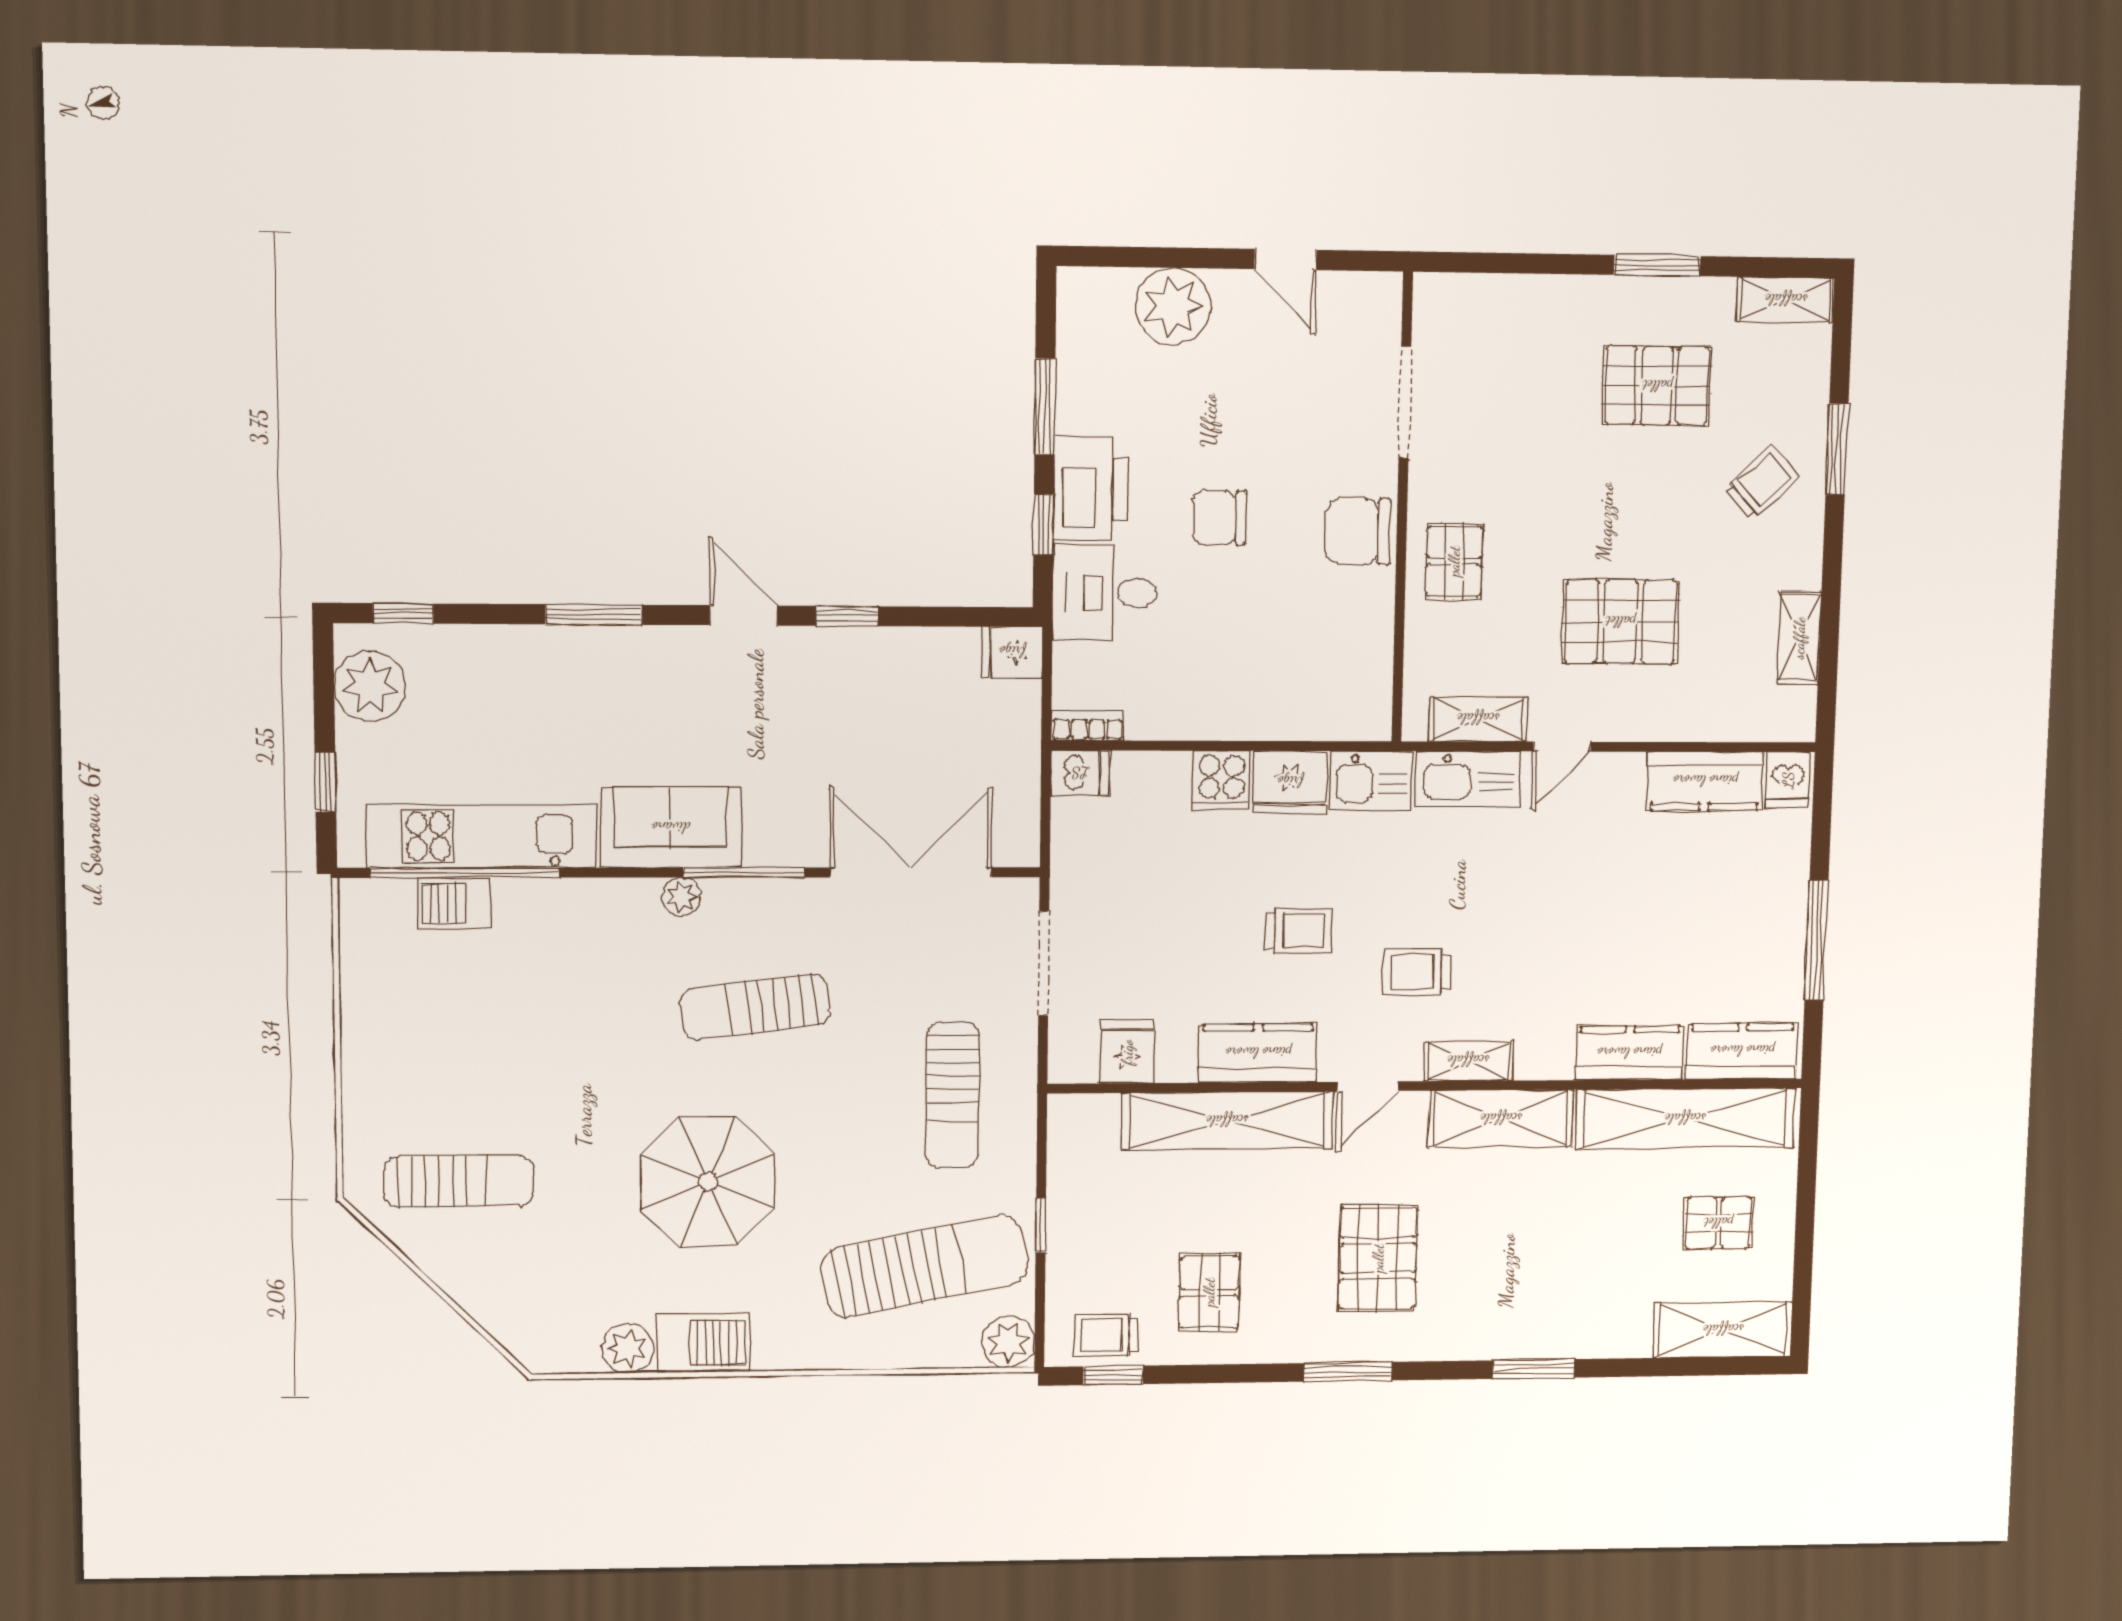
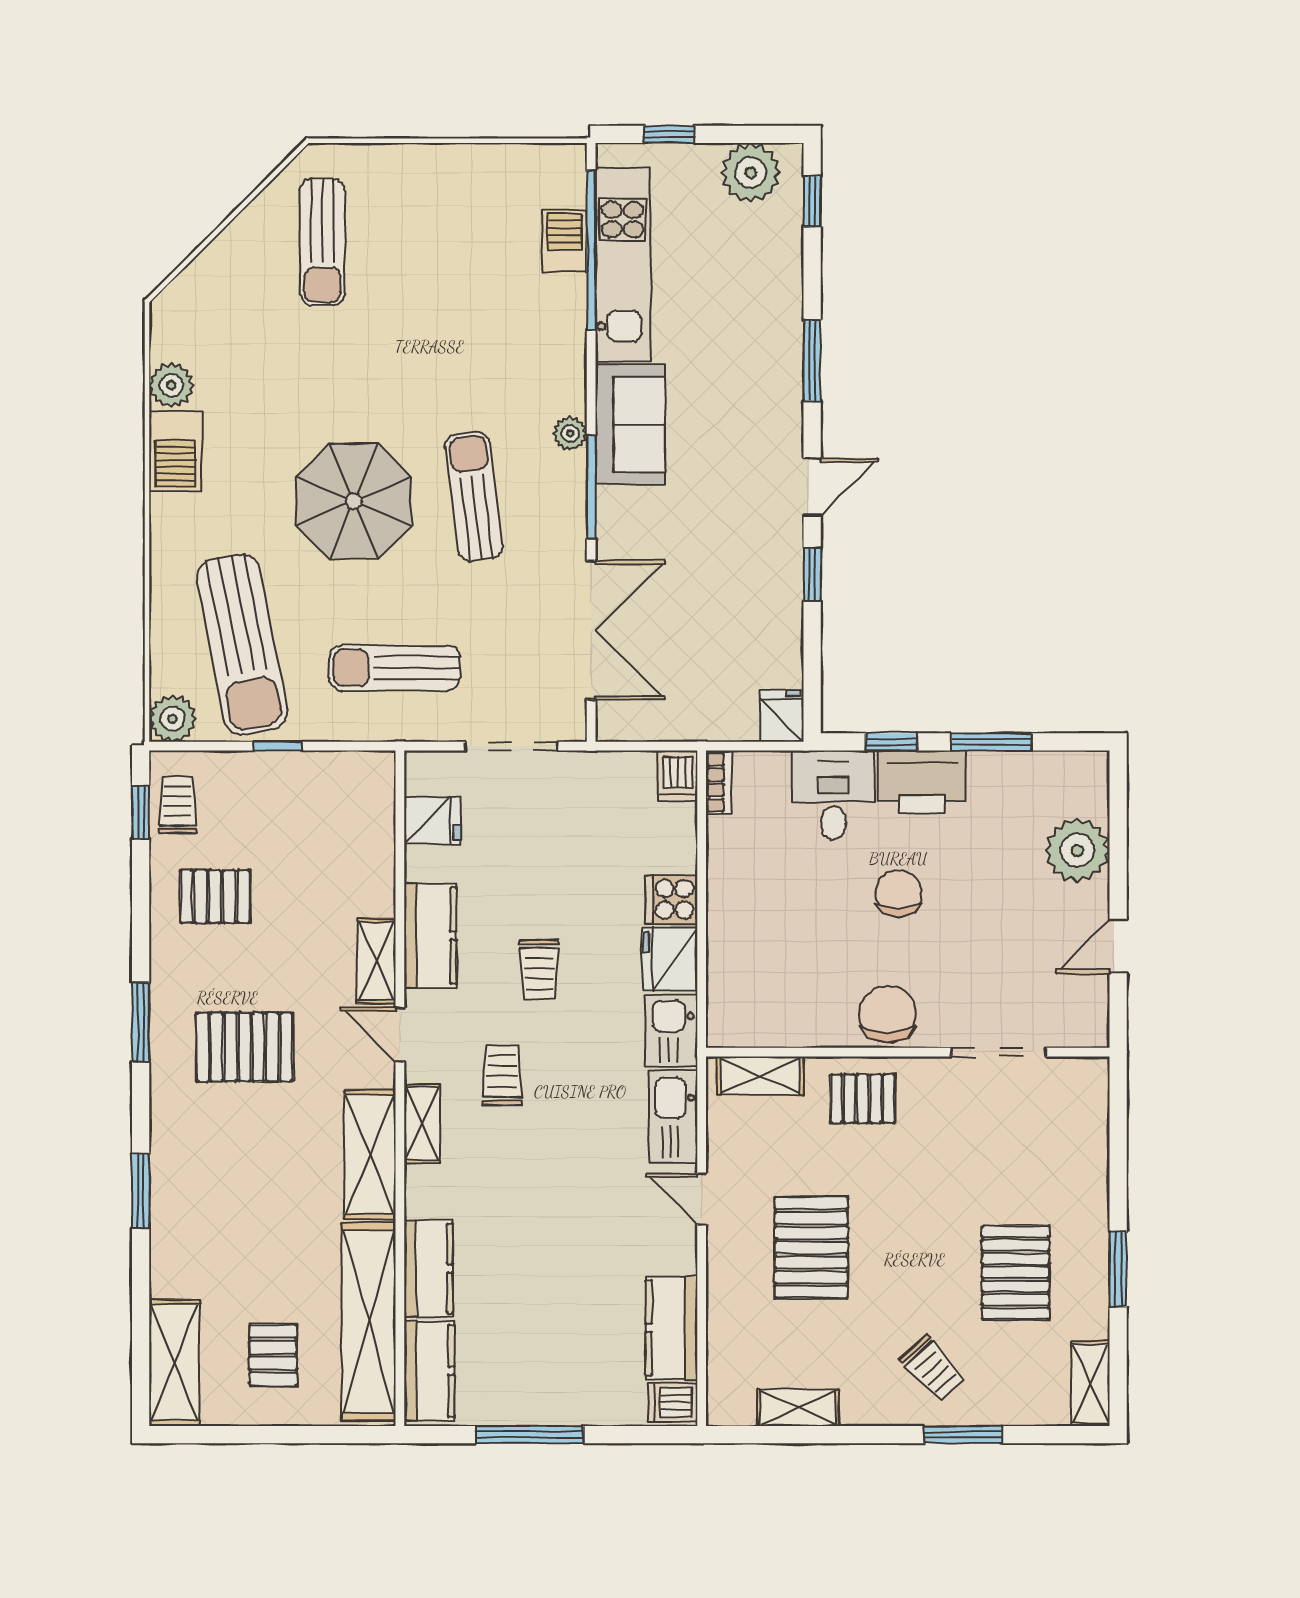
shelving: (1478, 719) -> (760, 1076), moved, turned 90
shelving: (1227, 1121) -> (377, 961), width x0.45, depth x0.75
parasol: (708, 1182) -> (354, 501), moved

